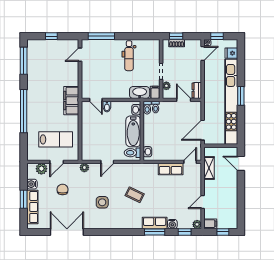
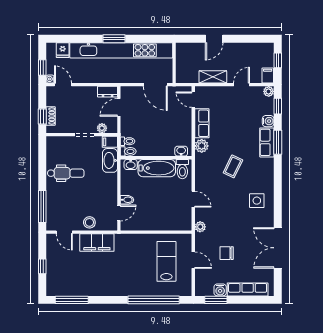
stool: (88, 75) -> (89, 222), added
filing cabinet: (71, 101) -> (97, 243), moved
window: (24, 111) -> (154, 300), moved
door: (241, 163) -> (214, 39), moved
shelving: (209, 168) -> (213, 77), moved
plant: (41, 169) -> (202, 146), moved
window: (24, 199) -> (216, 300), moved
side table: (102, 202) -> (257, 201), moved
door: (203, 202) -> (242, 85), swing flipped

